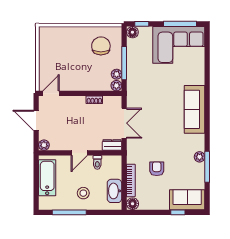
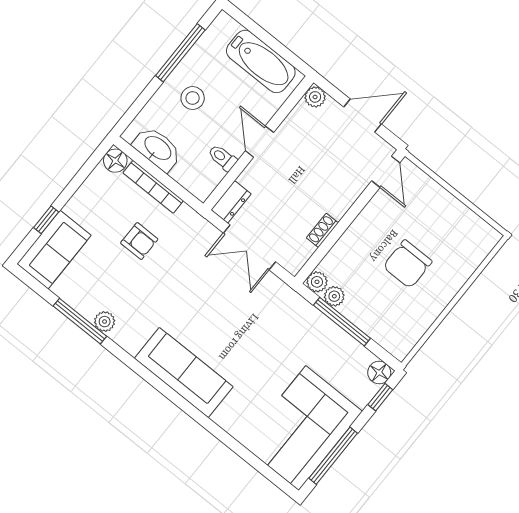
chair: (101, 46) -> (407, 264), moved, turned 90

